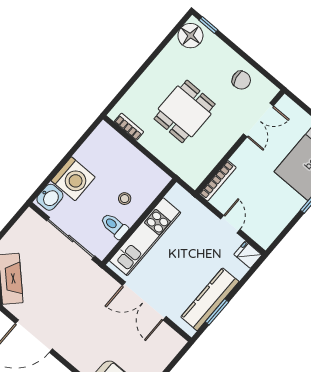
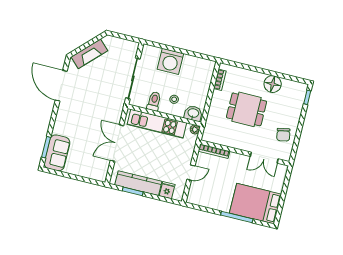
floor lamp: (190, 36) -> (273, 84), moved
plant: (177, 191) -> (195, 129), added
washbasin: (50, 197) -> (193, 113), moved, turned 180
fridge: (248, 255) -> (167, 190), moved

